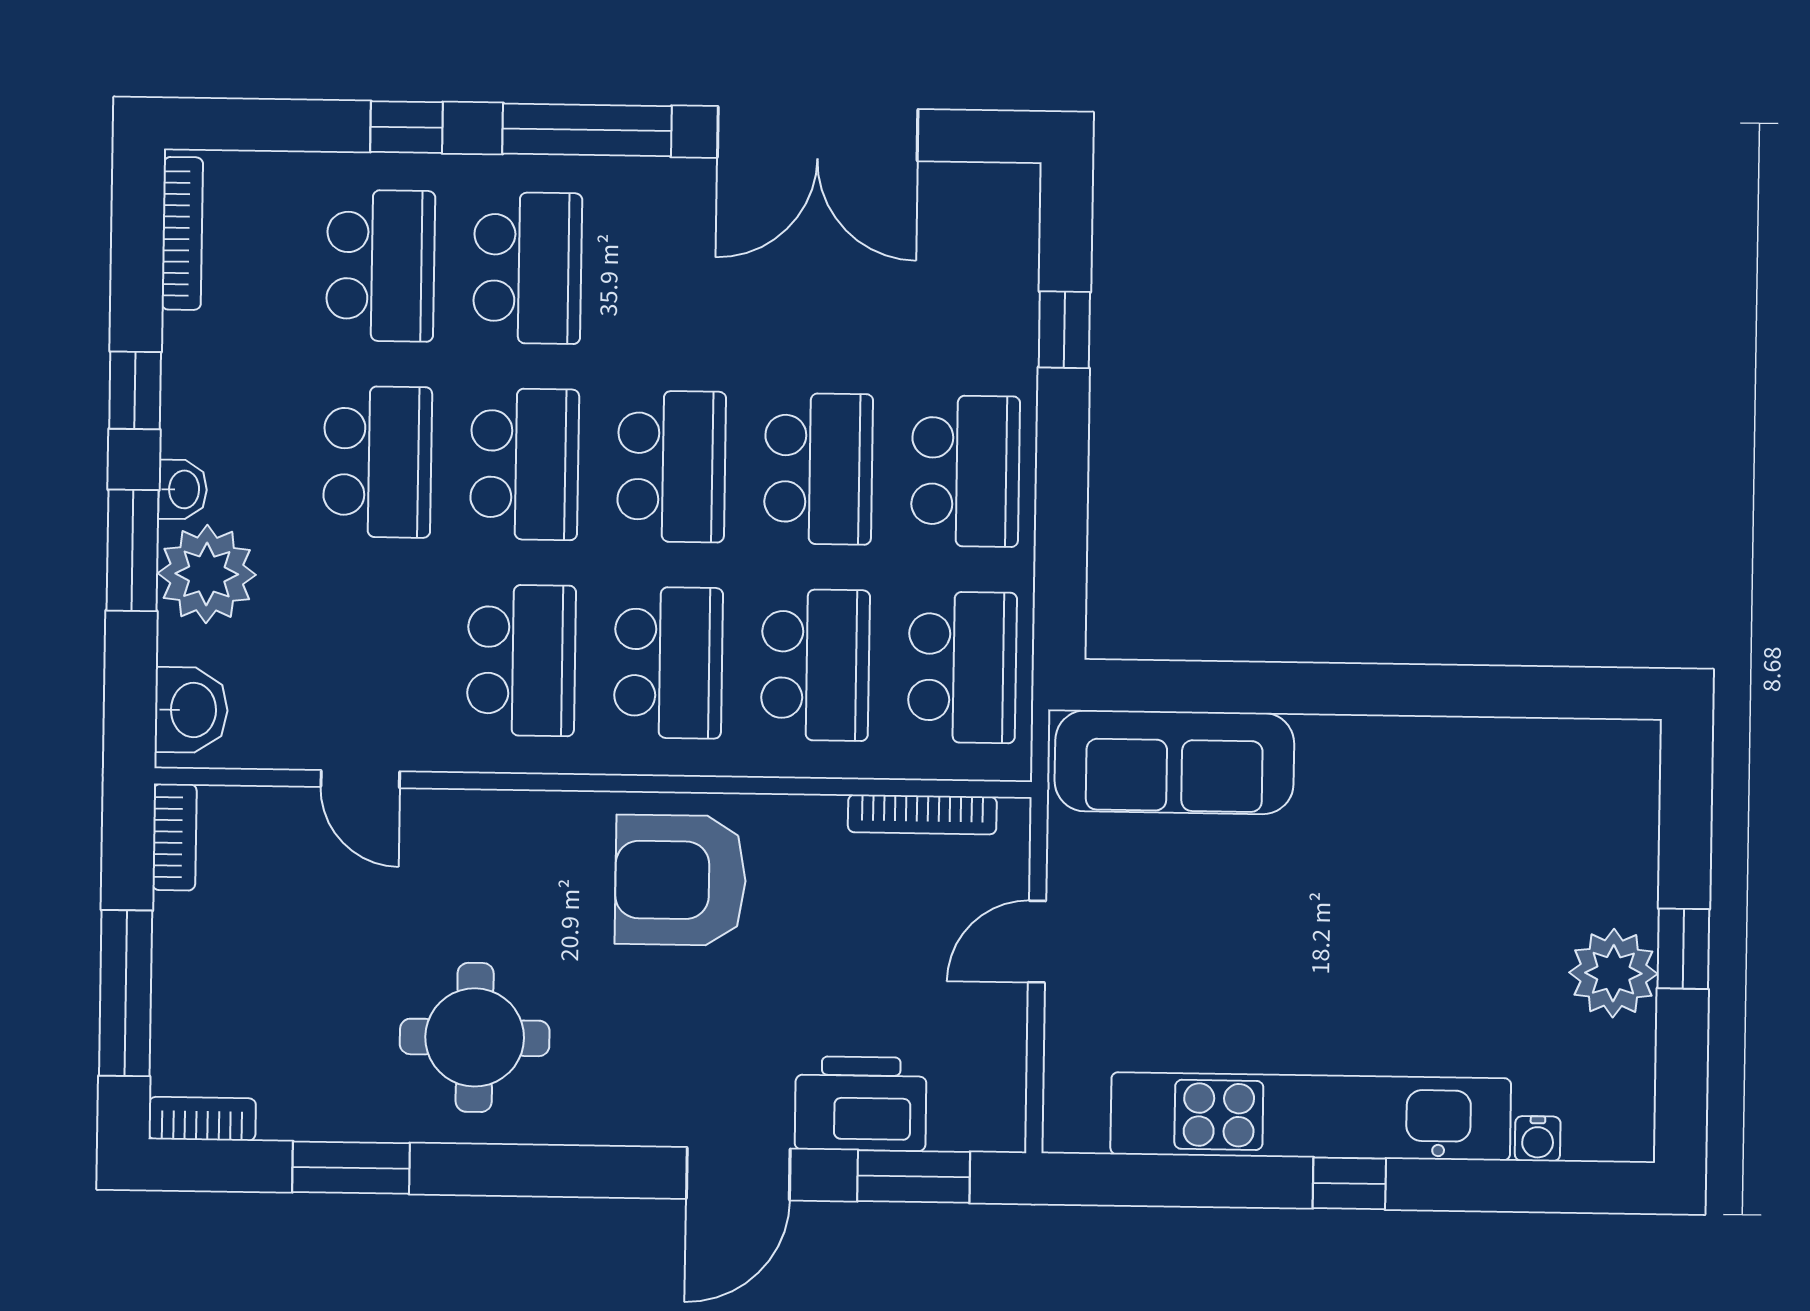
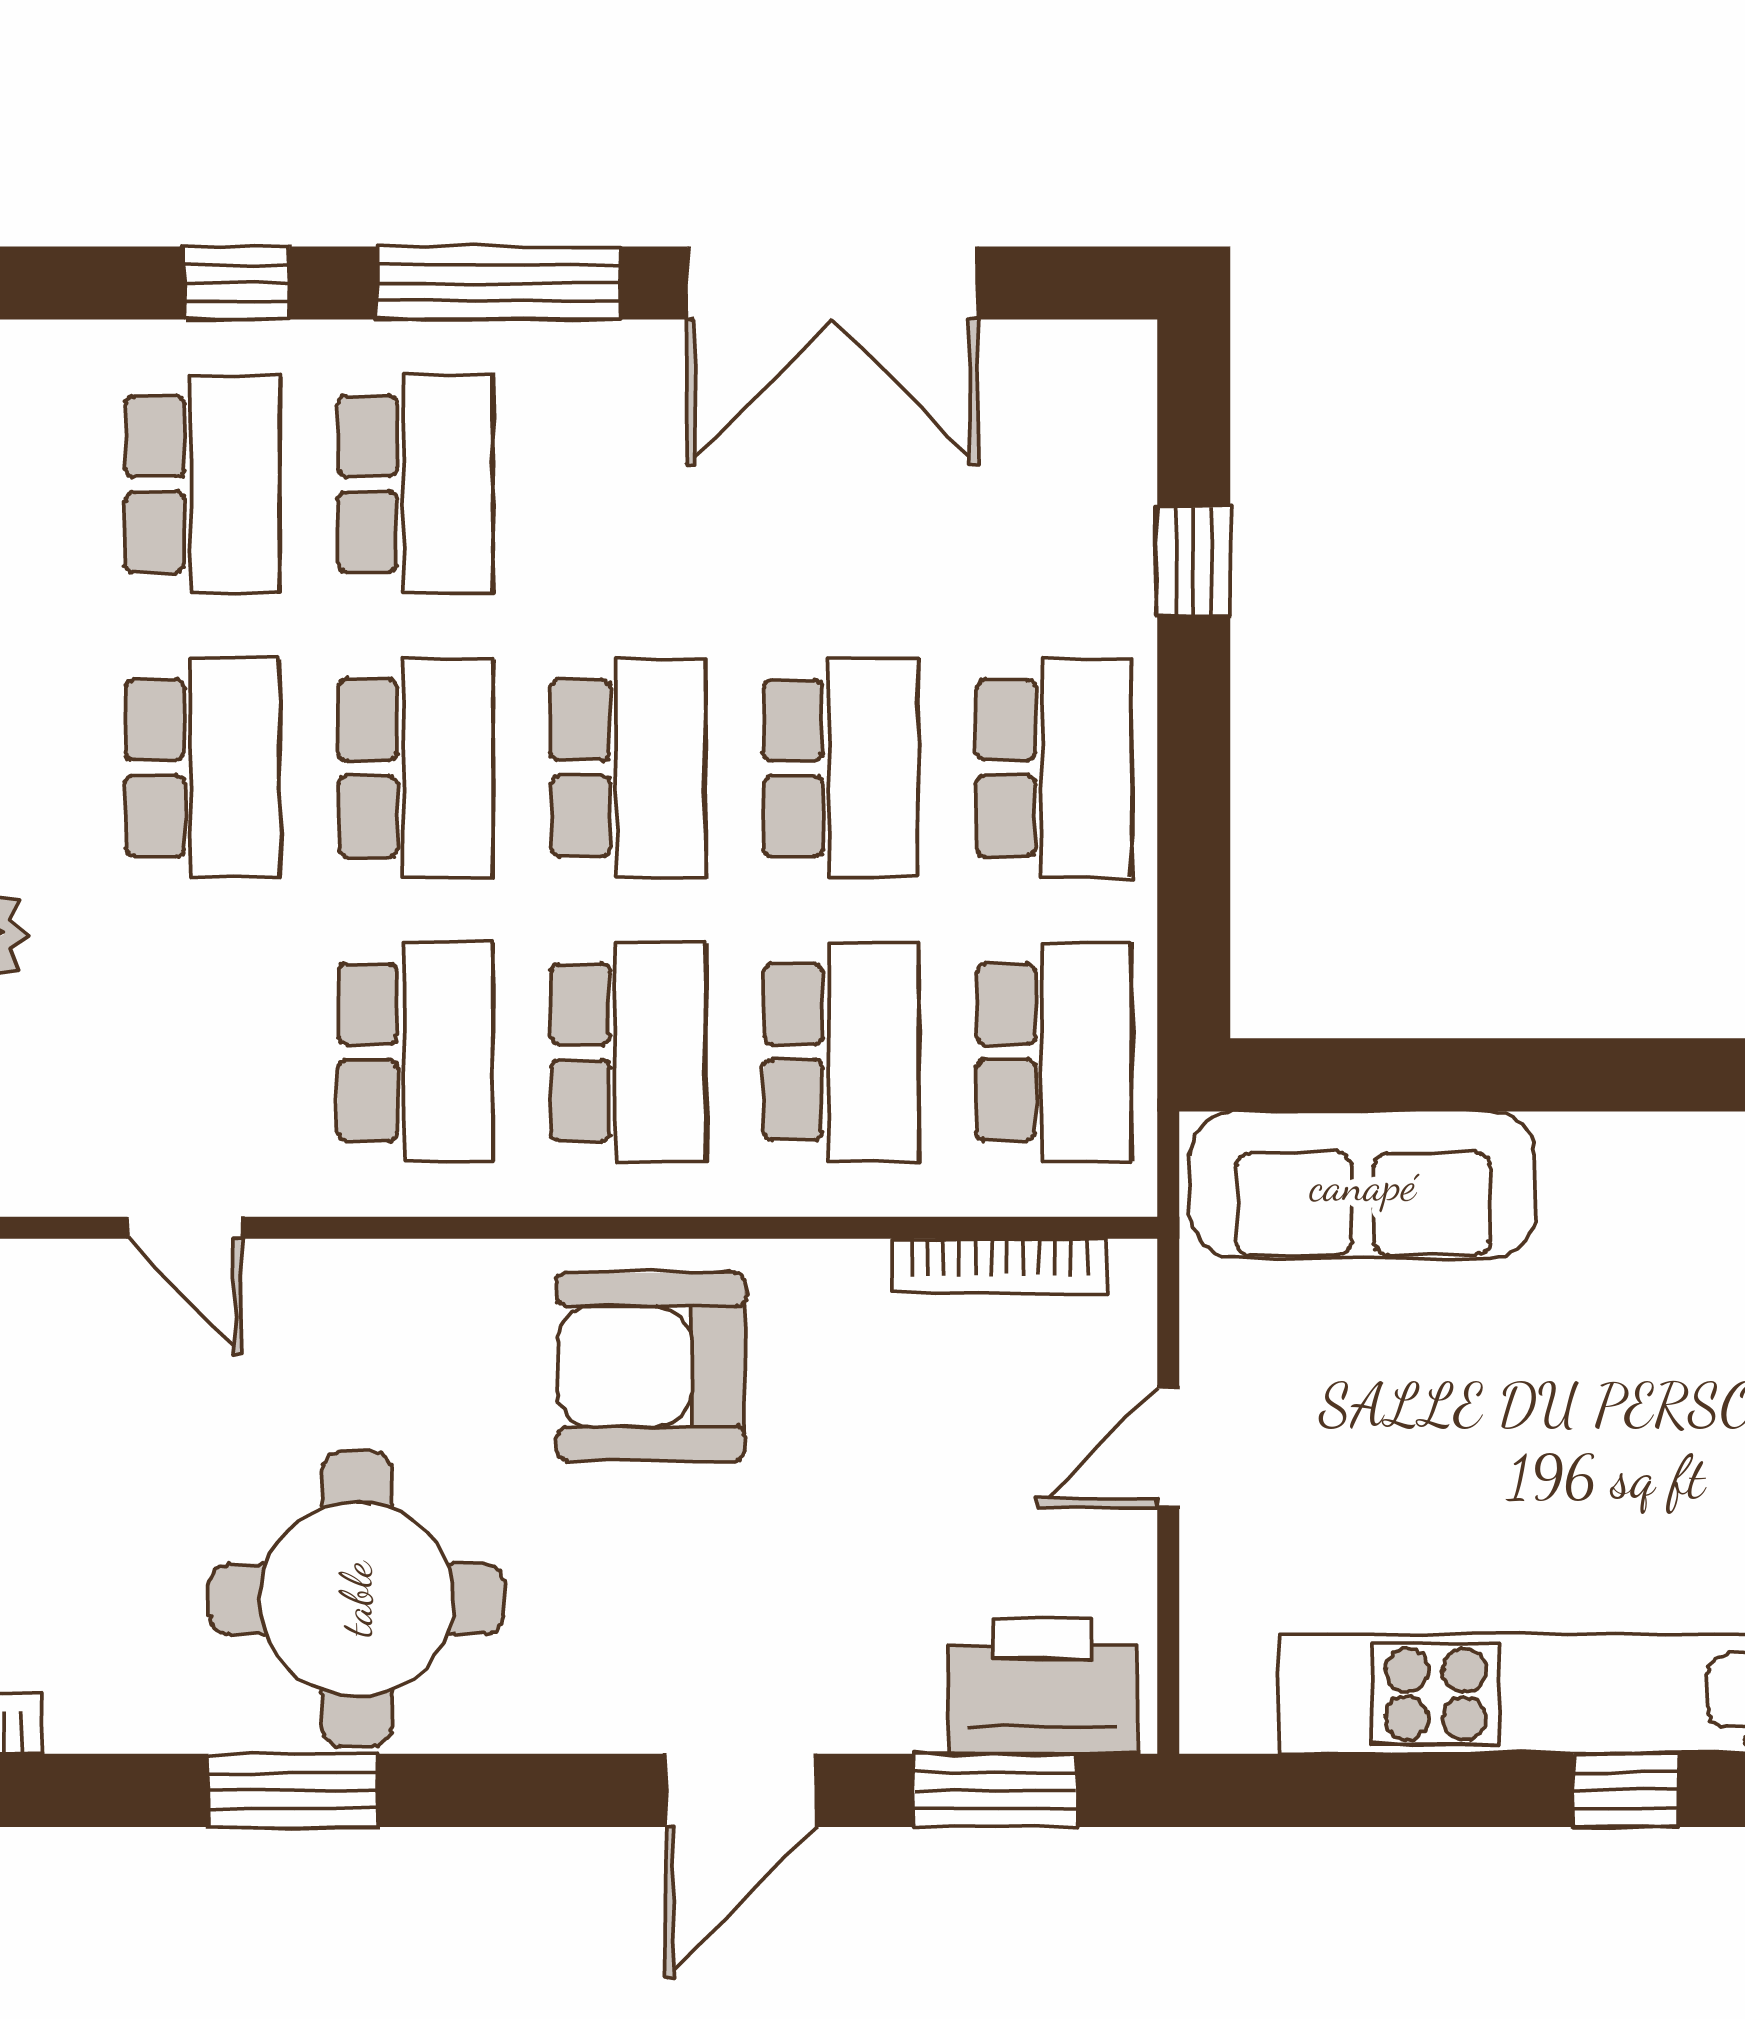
round table: (475, 1037) -> (356, 1599), width x1.36, depth x1.36
printer: (861, 1104) -> (1043, 1686), moved
window: (351, 1168) -> (293, 1790), moved

